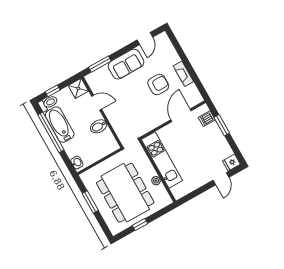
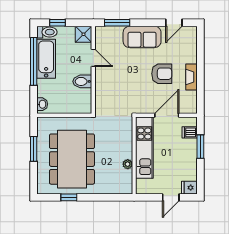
kitchen unit: (162, 160) -> (144, 148), moved
wall: (157, 171) -> (134, 155), moved
plant: (156, 181) -> (128, 164), moved

